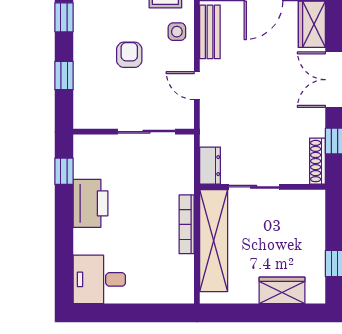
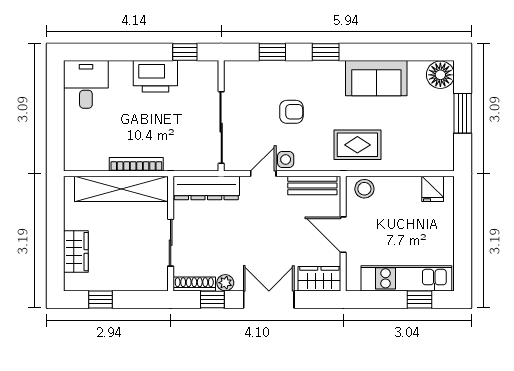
side table: (177, 32) -> (286, 159), moved
plant: (316, 127) -> (225, 283), added
sliding door: (147, 132) -> (221, 128), width x1.37
dresser: (210, 166) -> (206, 188), width x1.96, depth x1.24
sliding door: (254, 187) -> (171, 243), moved

